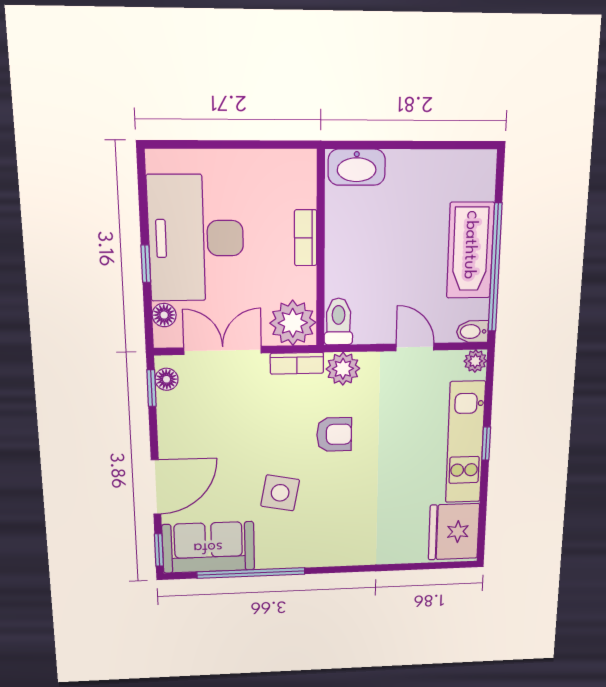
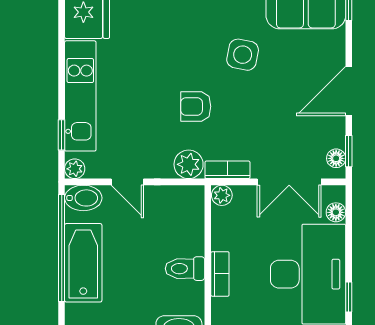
window: (146, 264) -> (349, 297), moved
toilet: (338, 321) -> (185, 269), moved, turned 90
plant: (293, 323) -> (222, 195), width x0.53, depth x0.53
bidet: (472, 332) -> (83, 198), width x1.38, depth x1.36
window: (486, 444) -> (62, 135), moved
door: (156, 487) -> (349, 91), moved

